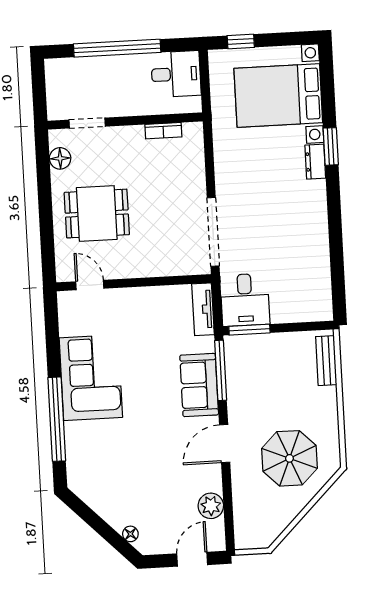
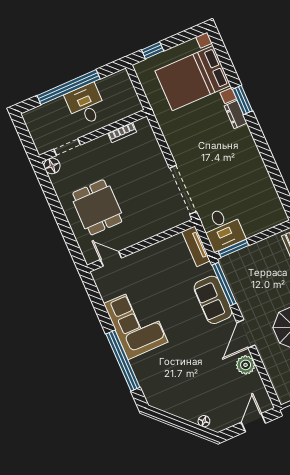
desk: (176, 74) -> (86, 105), moved, turned -90
floor lamp: (60, 158) -> (52, 166), moved
dining table: (97, 214) -> (97, 207), turned 90
plant: (211, 506) -> (246, 365), moved

